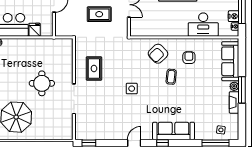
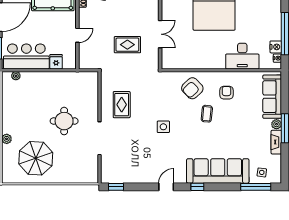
sofa: (174, 131) -> (218, 171), width x1.36, depth x1.27

